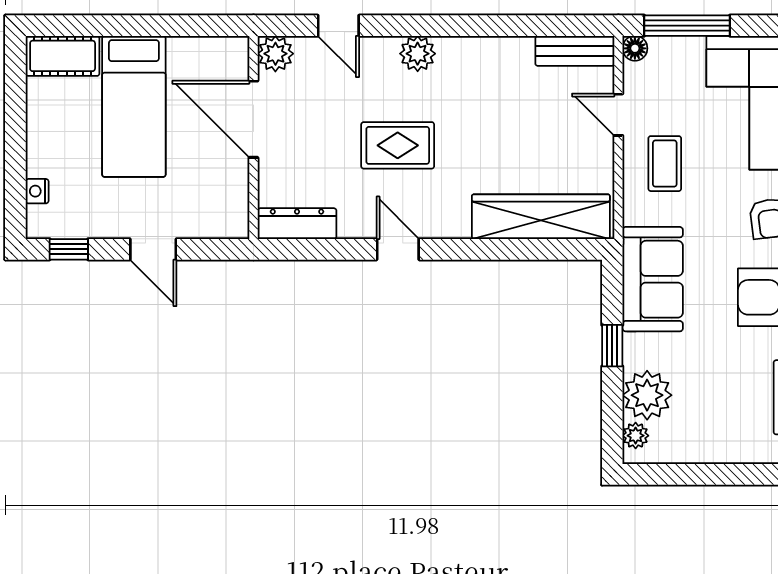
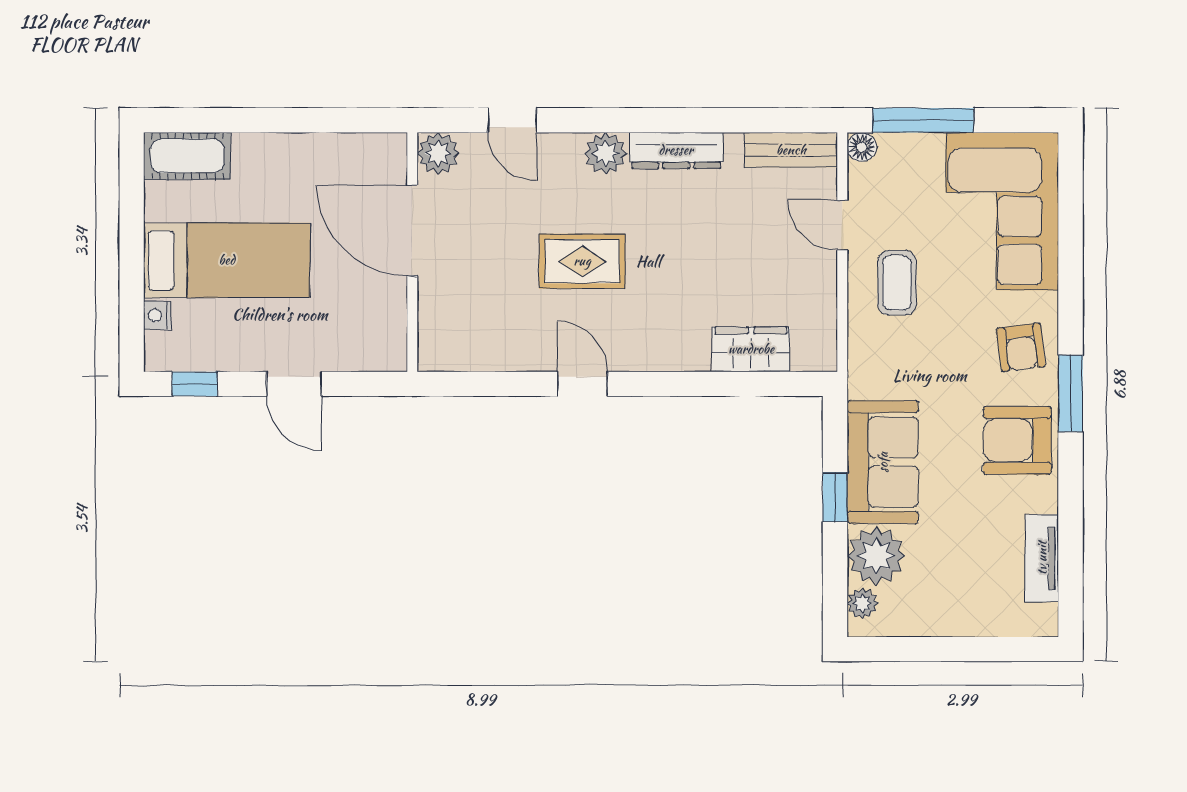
bed: (134, 106) -> (227, 260), moved, turned -90
wardrobe: (541, 217) -> (751, 349), width x0.48, depth x0.85
dresser: (297, 224) -> (676, 150), moved, turned 180
sofa: (653, 279) -> (883, 462), moved

